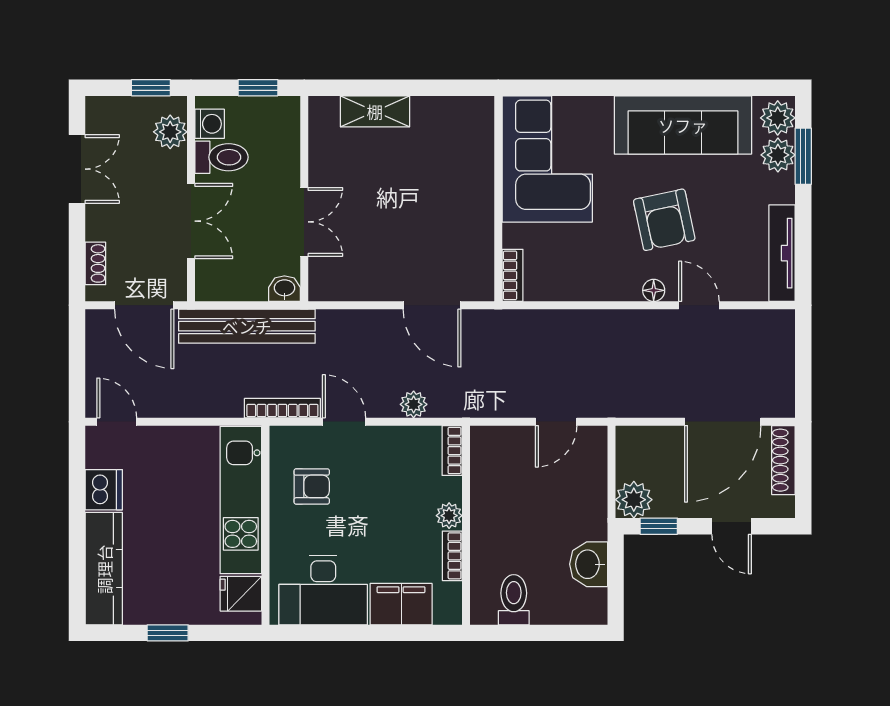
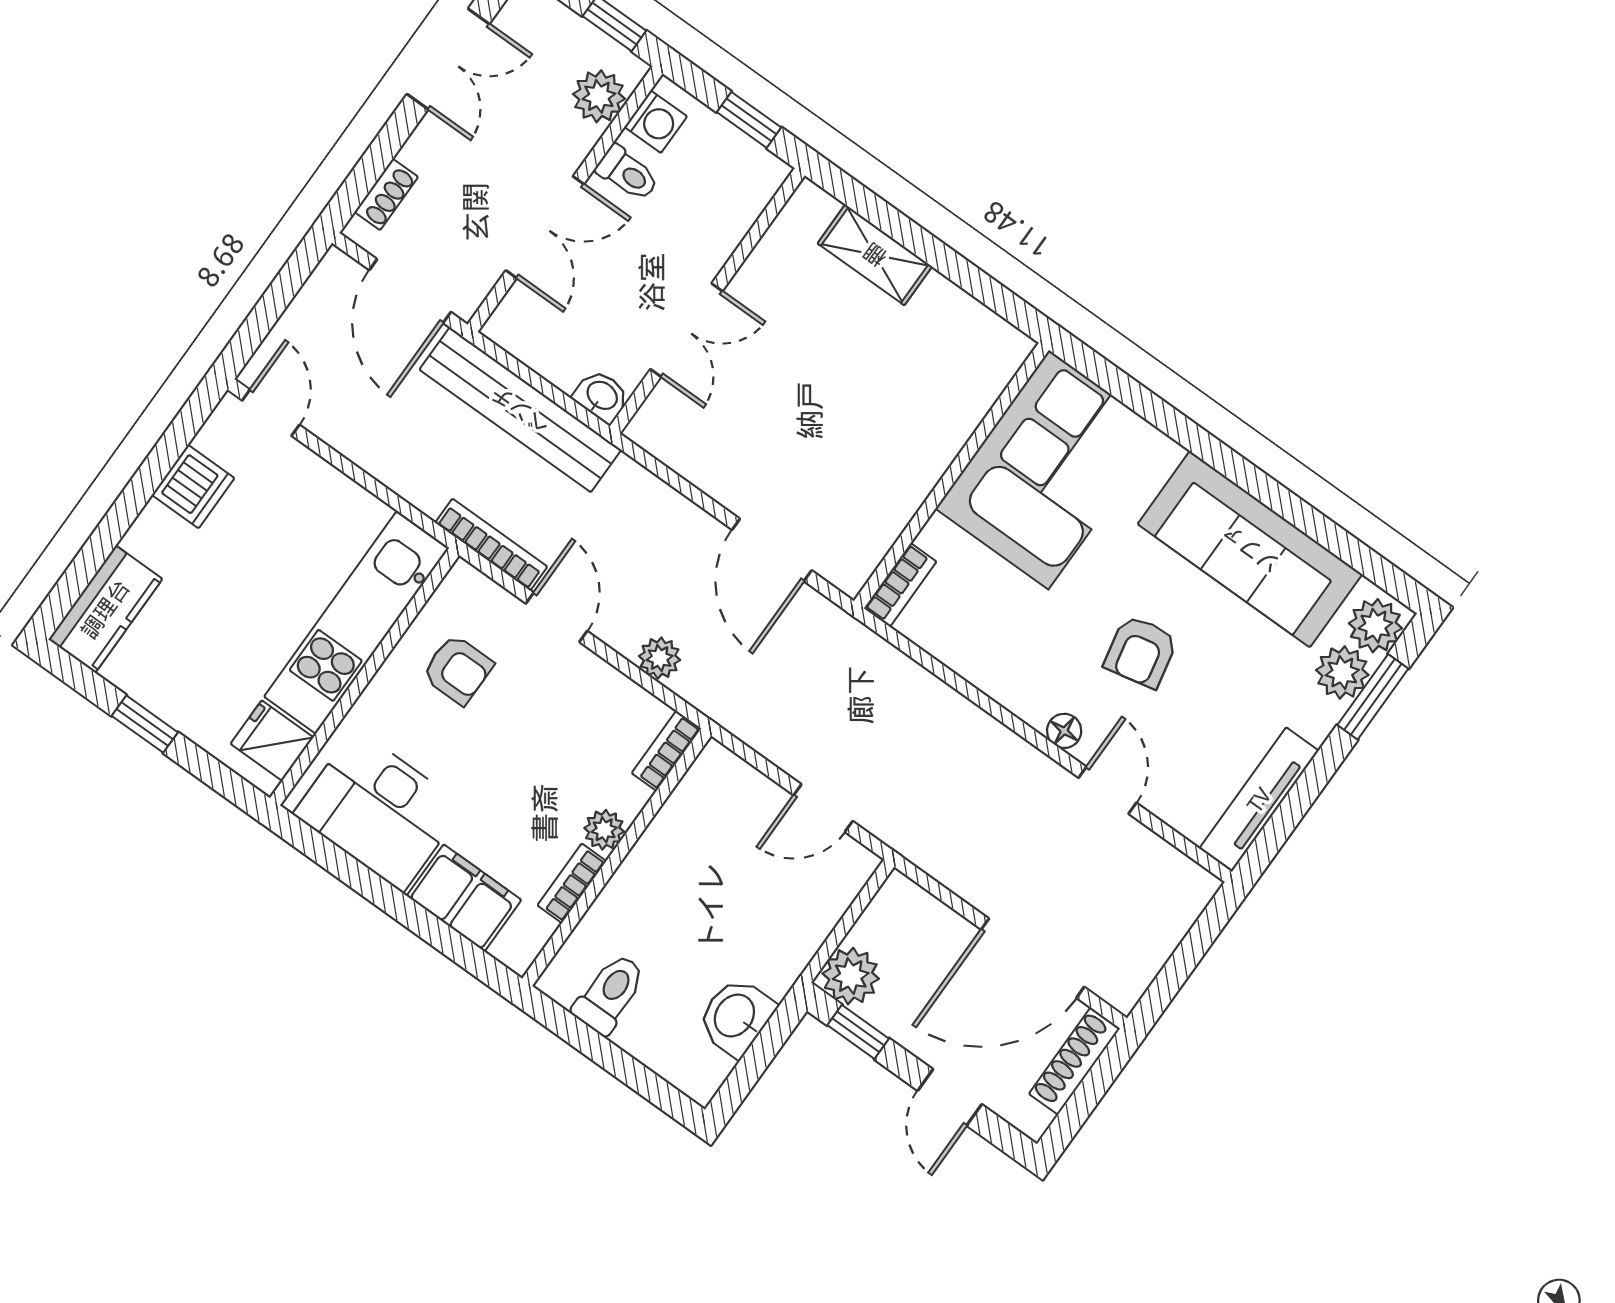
toilet: (222, 157) -> (627, 173), width x0.73, depth x0.72
armchair: (664, 220) -> (1141, 652), width x0.72, depth x0.72
kitchen counter: (104, 569) -> (105, 609), width x0.67

